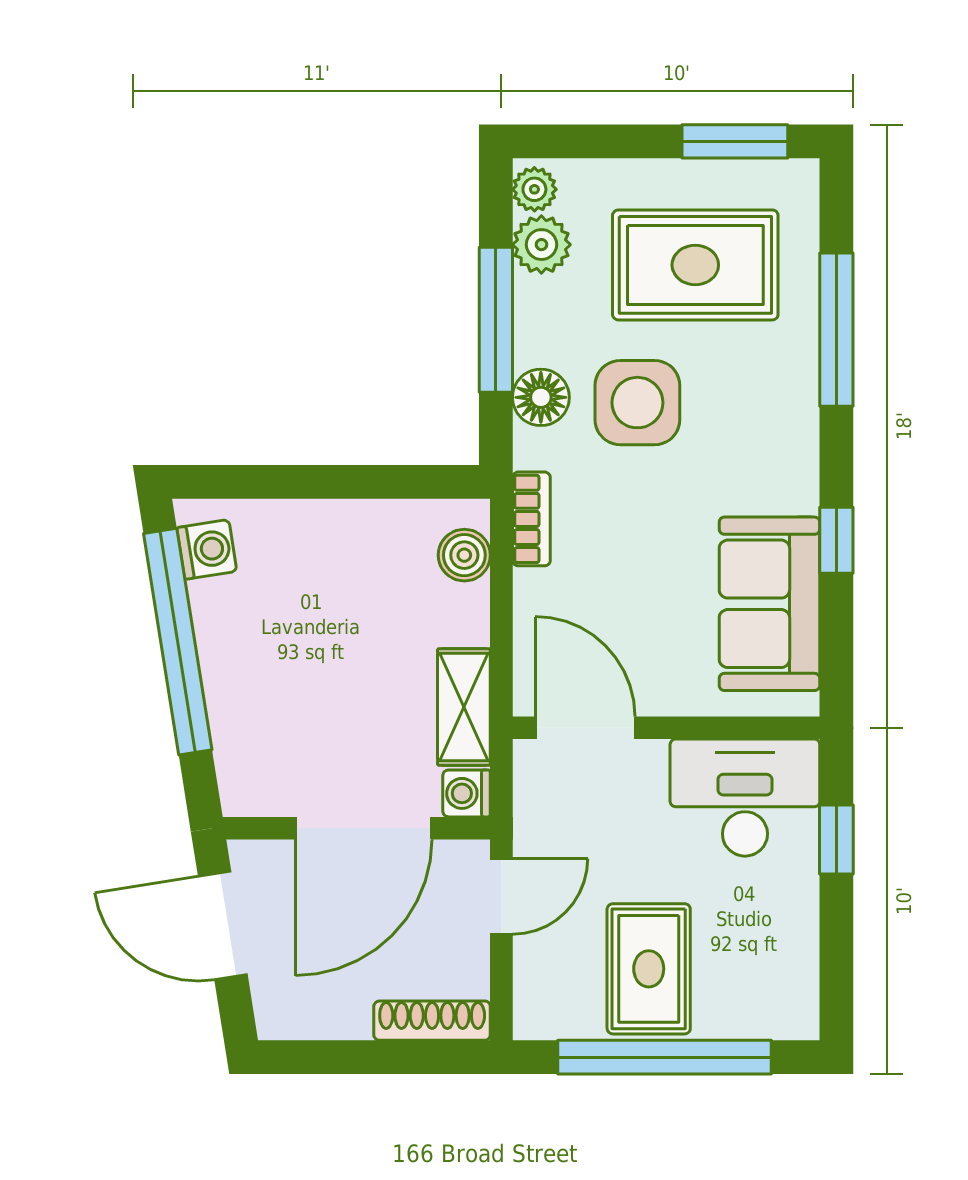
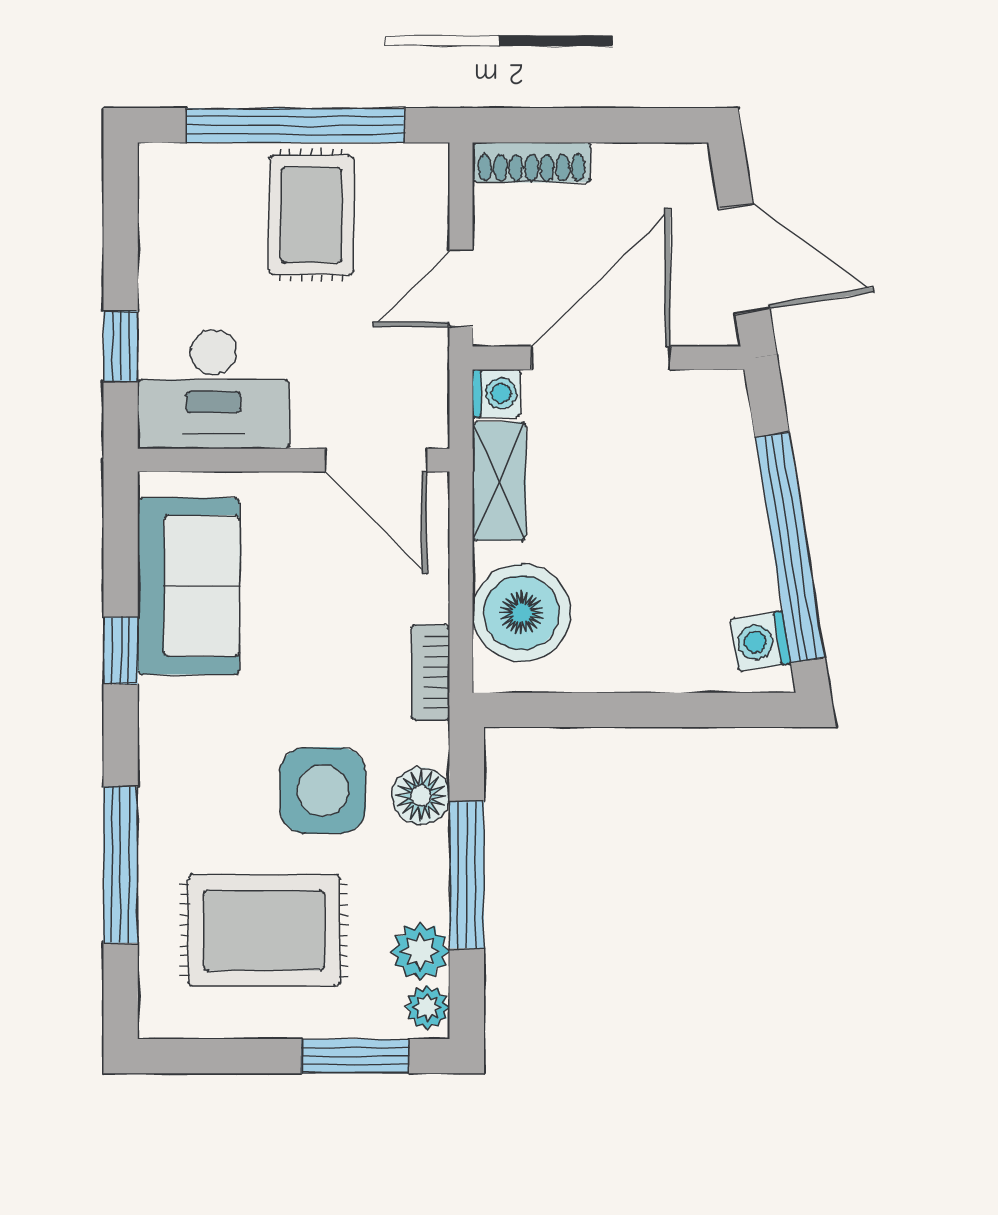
window: (735, 141) -> (355, 1056), moved
boiler: (464, 555) -> (521, 613), width x1.86, depth x1.86

